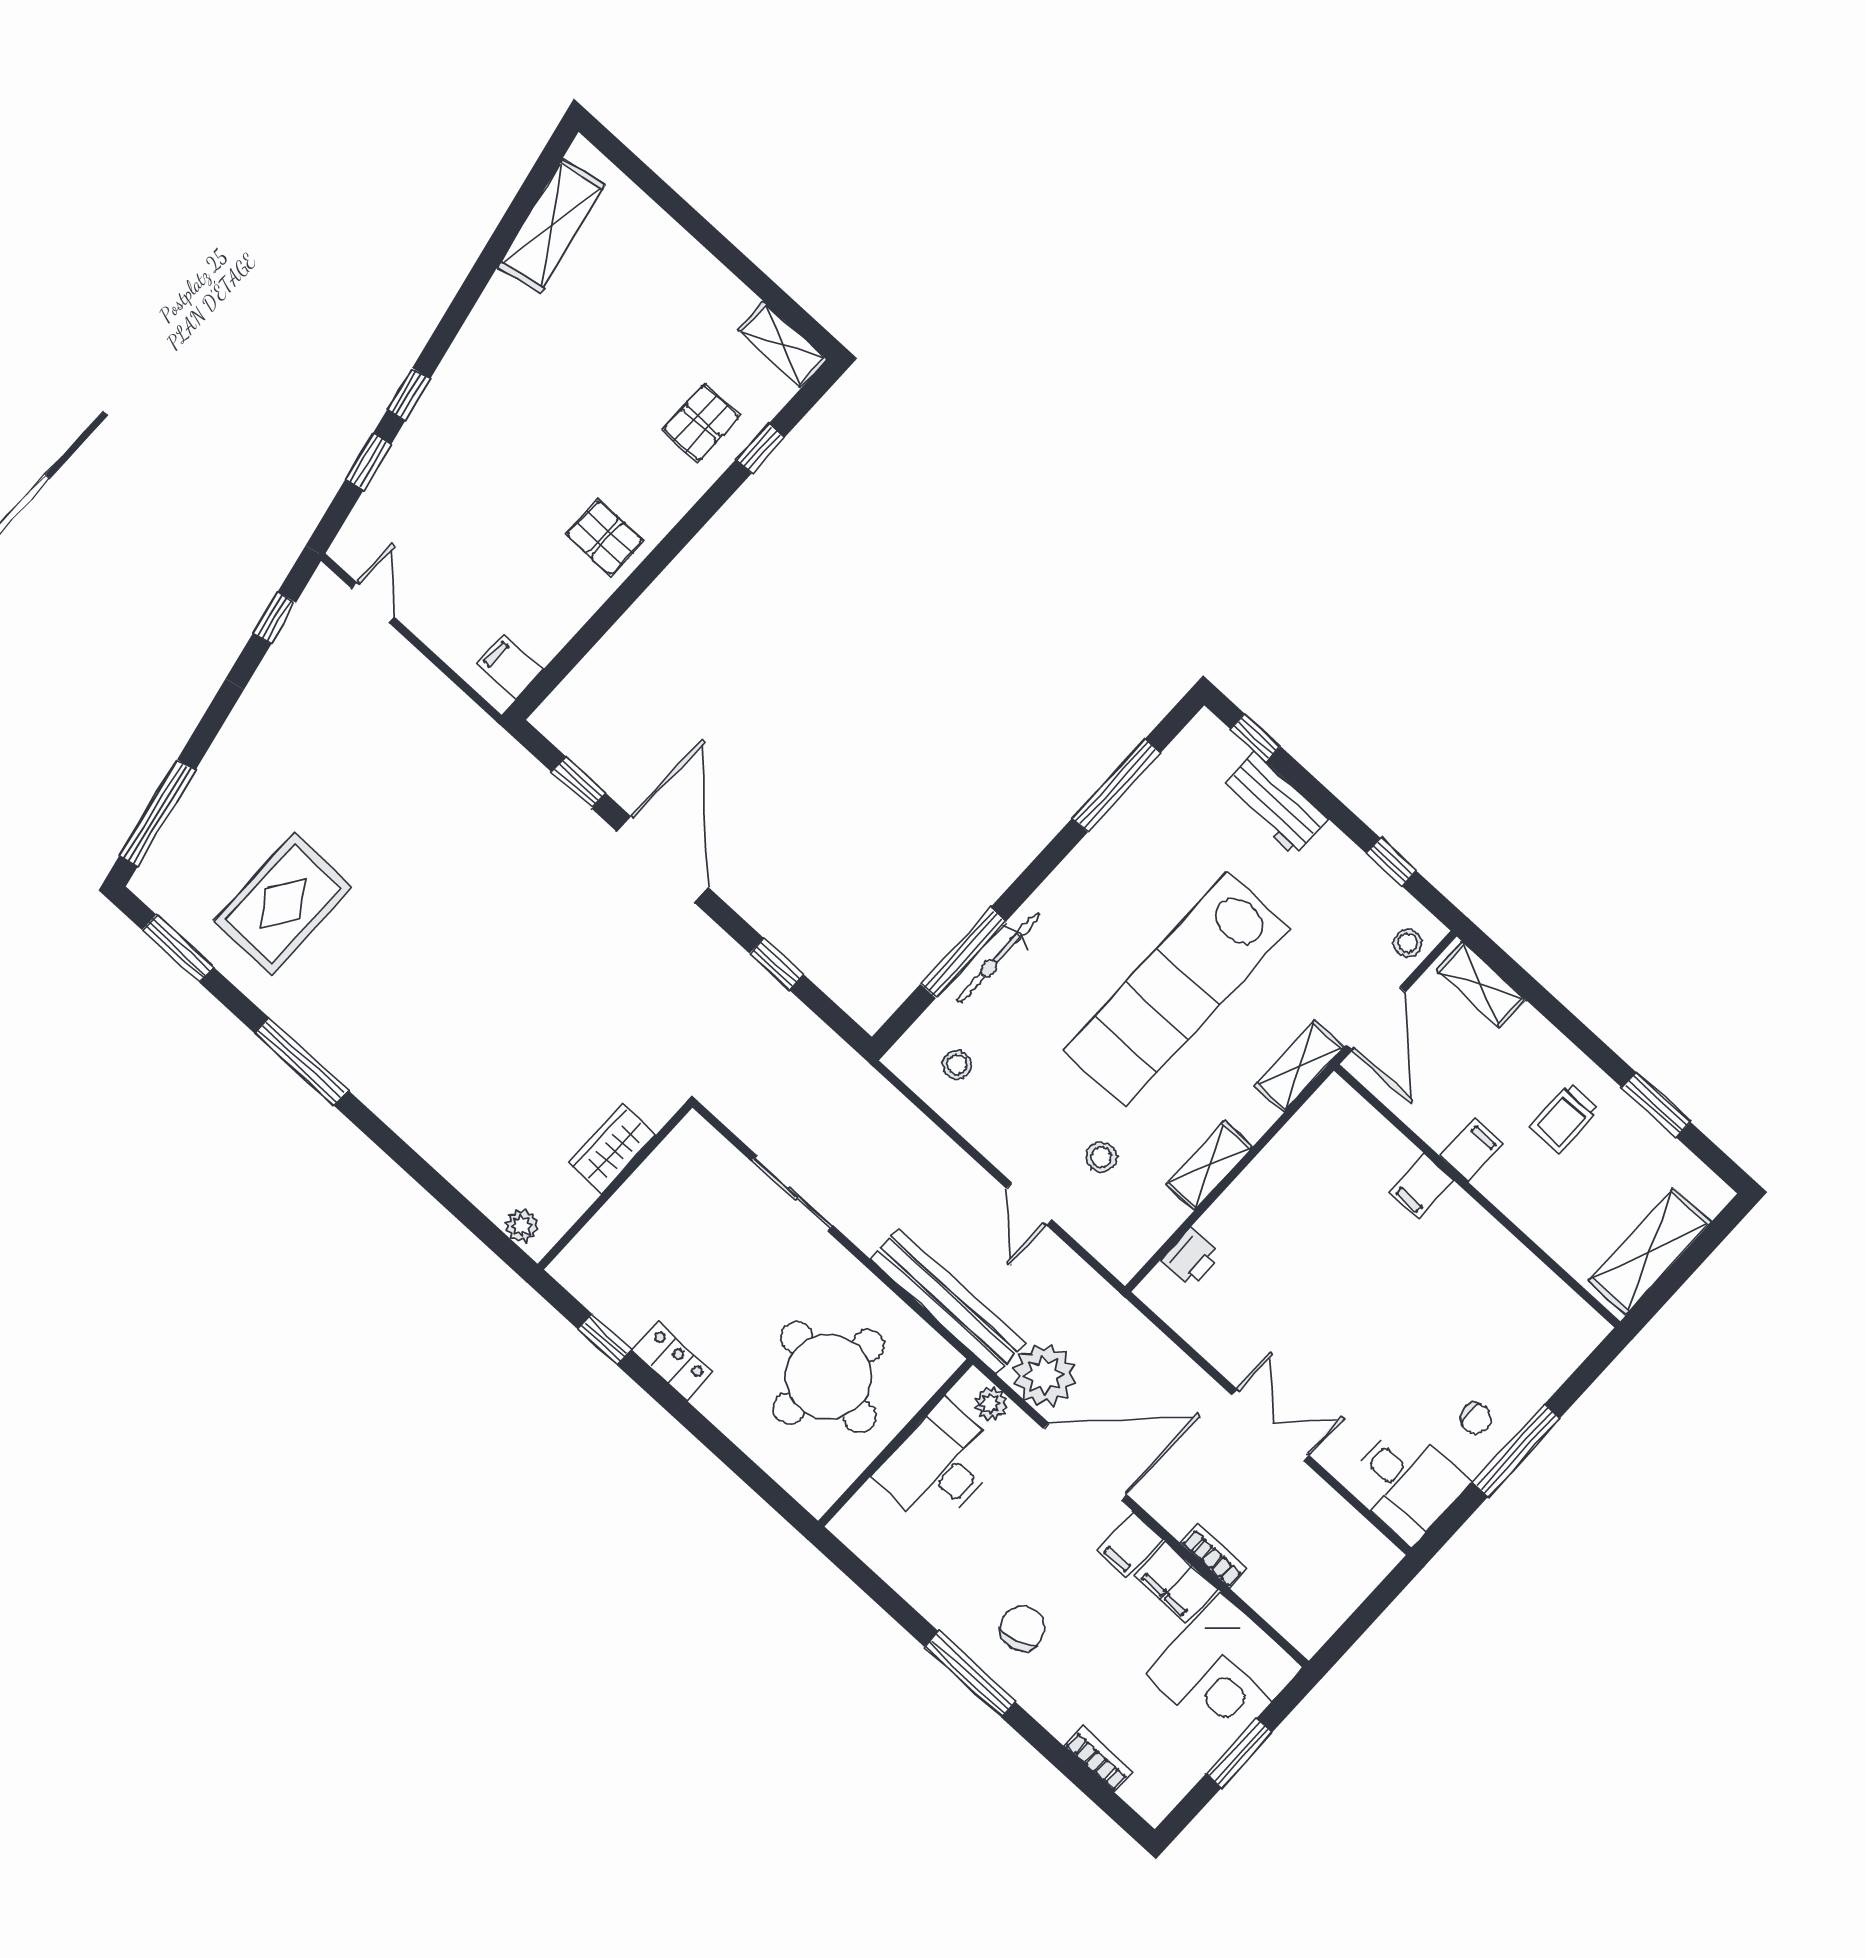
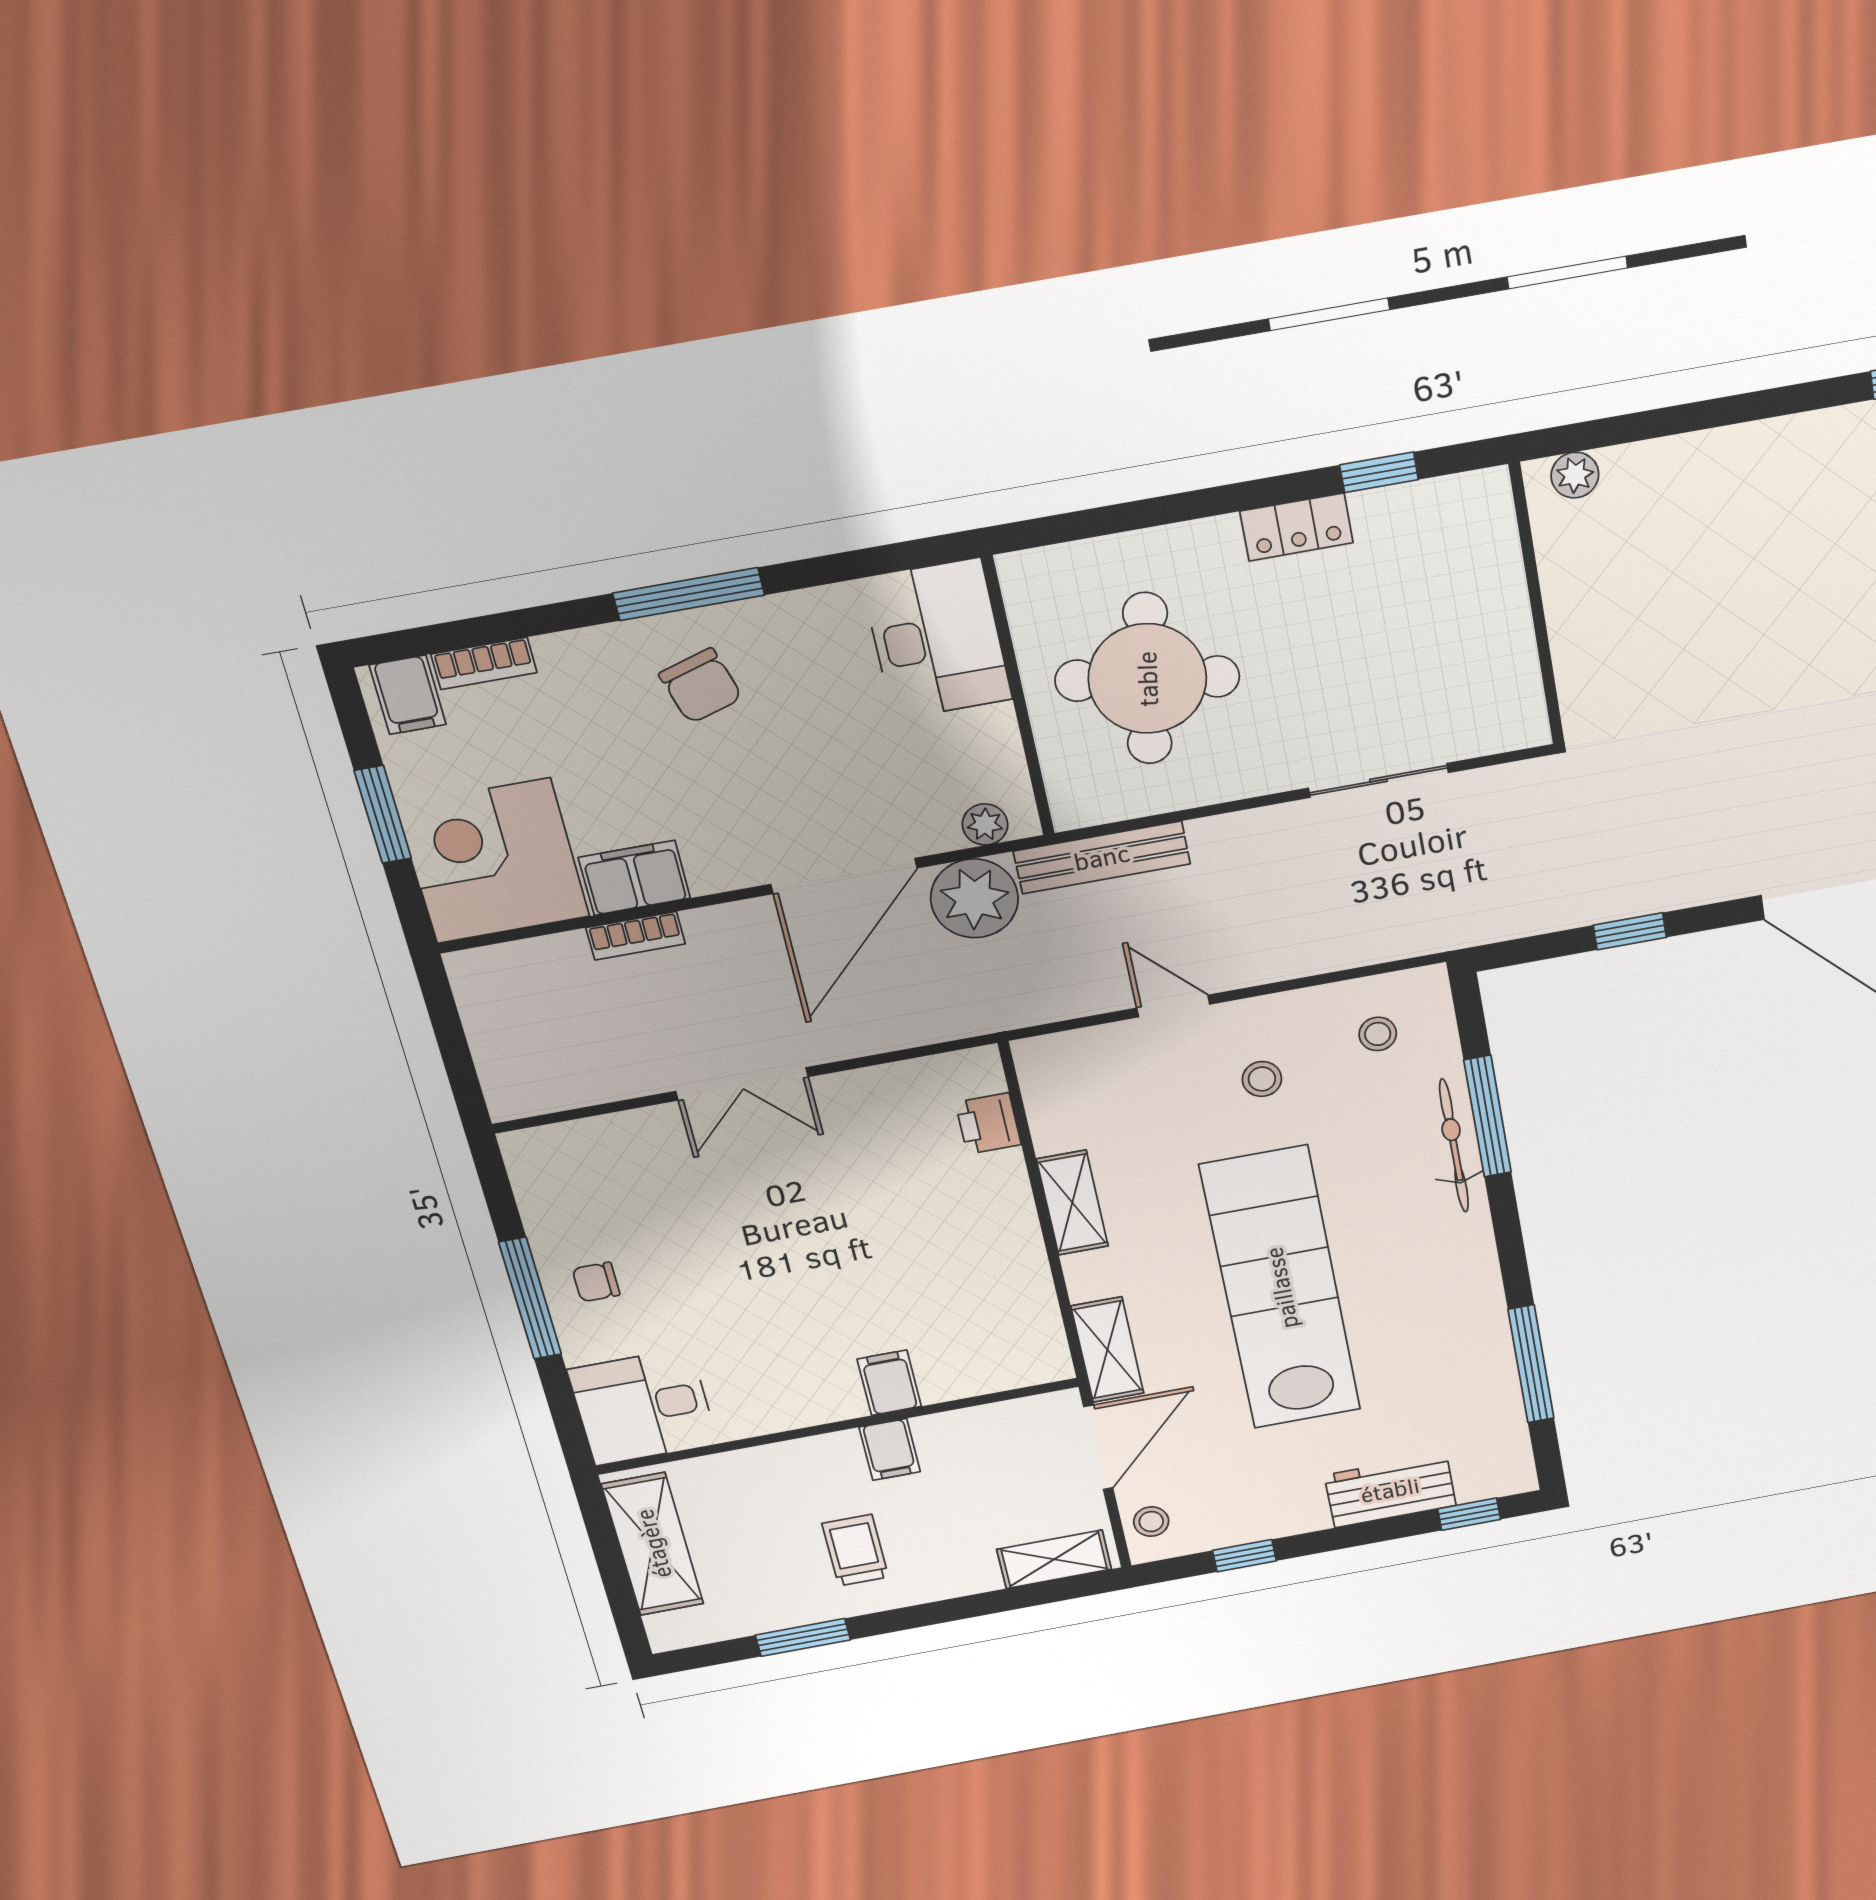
door: (1376, 1019) -> (1098, 1447), swing flipped
wardrobe: (612, 1149) -> (1579, 630), removed
stool: (1102, 1157) -> (1262, 1079), moved
bench: (948, 1301) -> (1102, 857), width x0.73, depth x0.82
desk: (939, 1465) -> (937, 639), moved
desk: (1406, 1483) -> (643, 1407), moved
filing cabinet: (1130, 1545) -> (408, 695), moved, turned 180

